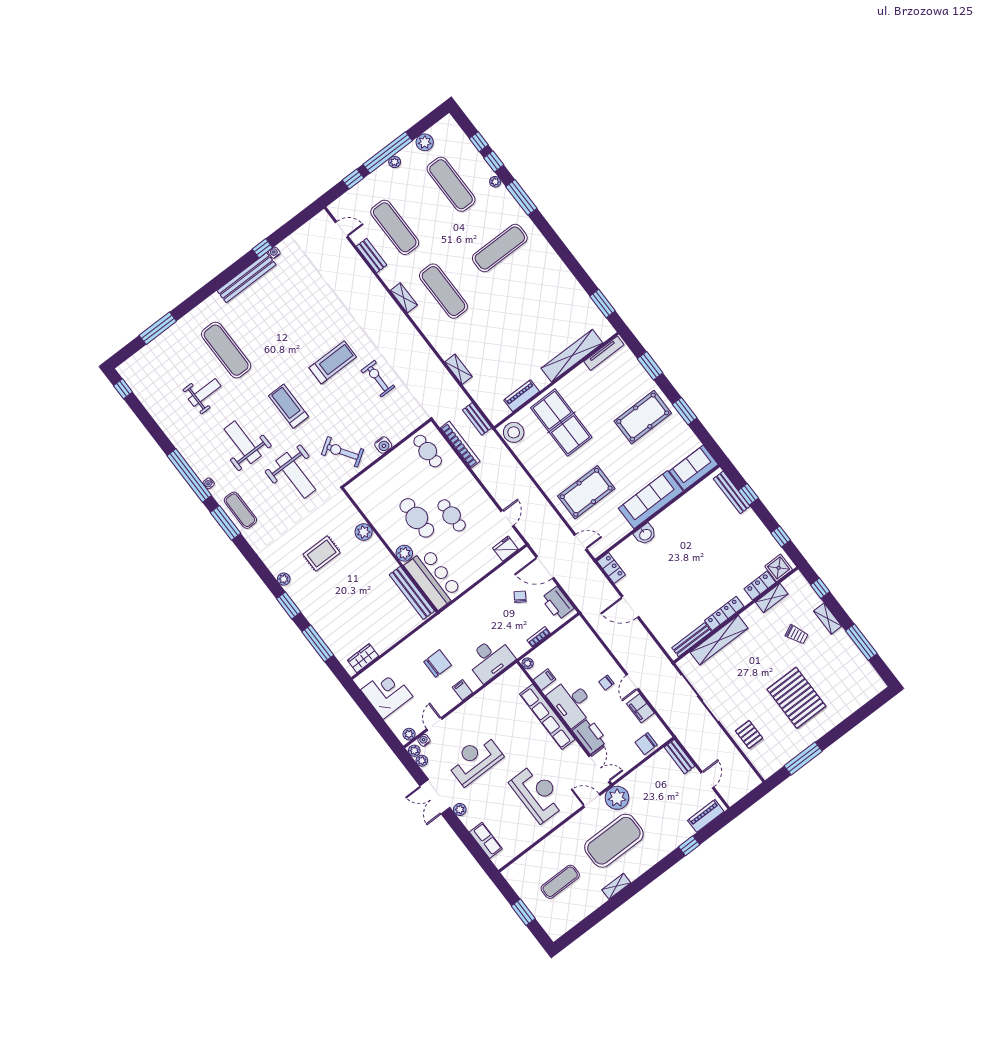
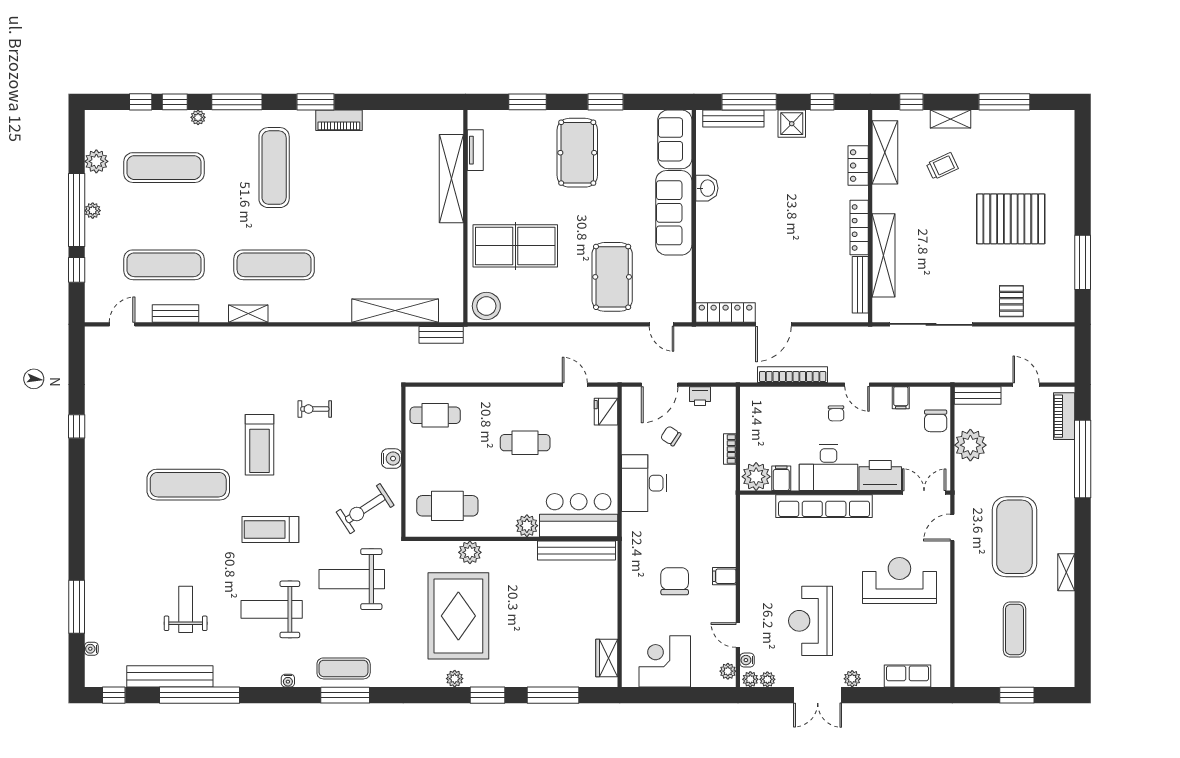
water cooler: (274, 253) -> (91, 649), moved
bench: (246, 278) -> (170, 676), moved, turned 90
window: (602, 304) -> (316, 102), moved
exercise mat: (226, 350) -> (188, 485), moved
tv unit: (604, 353) -> (475, 150), width x0.71
treadmill: (333, 362) -> (259, 445), turned 180
shelving: (458, 369) -> (395, 311), width x2.20, depth x1.33
exercise bike: (378, 379) -> (315, 409), width x0.73, depth x0.72
piano: (522, 396) -> (339, 120), moved, turned -90
bookcase: (460, 445) -> (793, 375), moved
window: (189, 475) -> (199, 695), moved
weight bench: (296, 475) -> (352, 579), turned 180
window: (748, 494) -> (749, 102), width x2.17
cafe table: (417, 518) -> (447, 506), moved
washbasin: (645, 534) -> (707, 188), moved
door: (581, 542) -> (661, 324), swing flipped
rug: (322, 553) -> (458, 616), width x1.86, depth x2.06
locker: (611, 568) -> (726, 313), width x1.53
shower: (779, 568) -> (792, 124), moved
shelving: (772, 598) -> (885, 152), width x1.50, depth x1.33
printer: (558, 603) -> (700, 396), width x0.53, depth x0.68
desk: (490, 659) -> (644, 483), moved, turned 180
plant: (528, 663) -> (756, 477), width x1.87, depth x1.87
filing cabinet: (640, 708) -> (901, 398), width x0.50
pallet: (749, 735) -> (1011, 301), turned 90
plant: (617, 798) -> (970, 445), moved
window: (689, 846) -> (1083, 459), width x3.17

